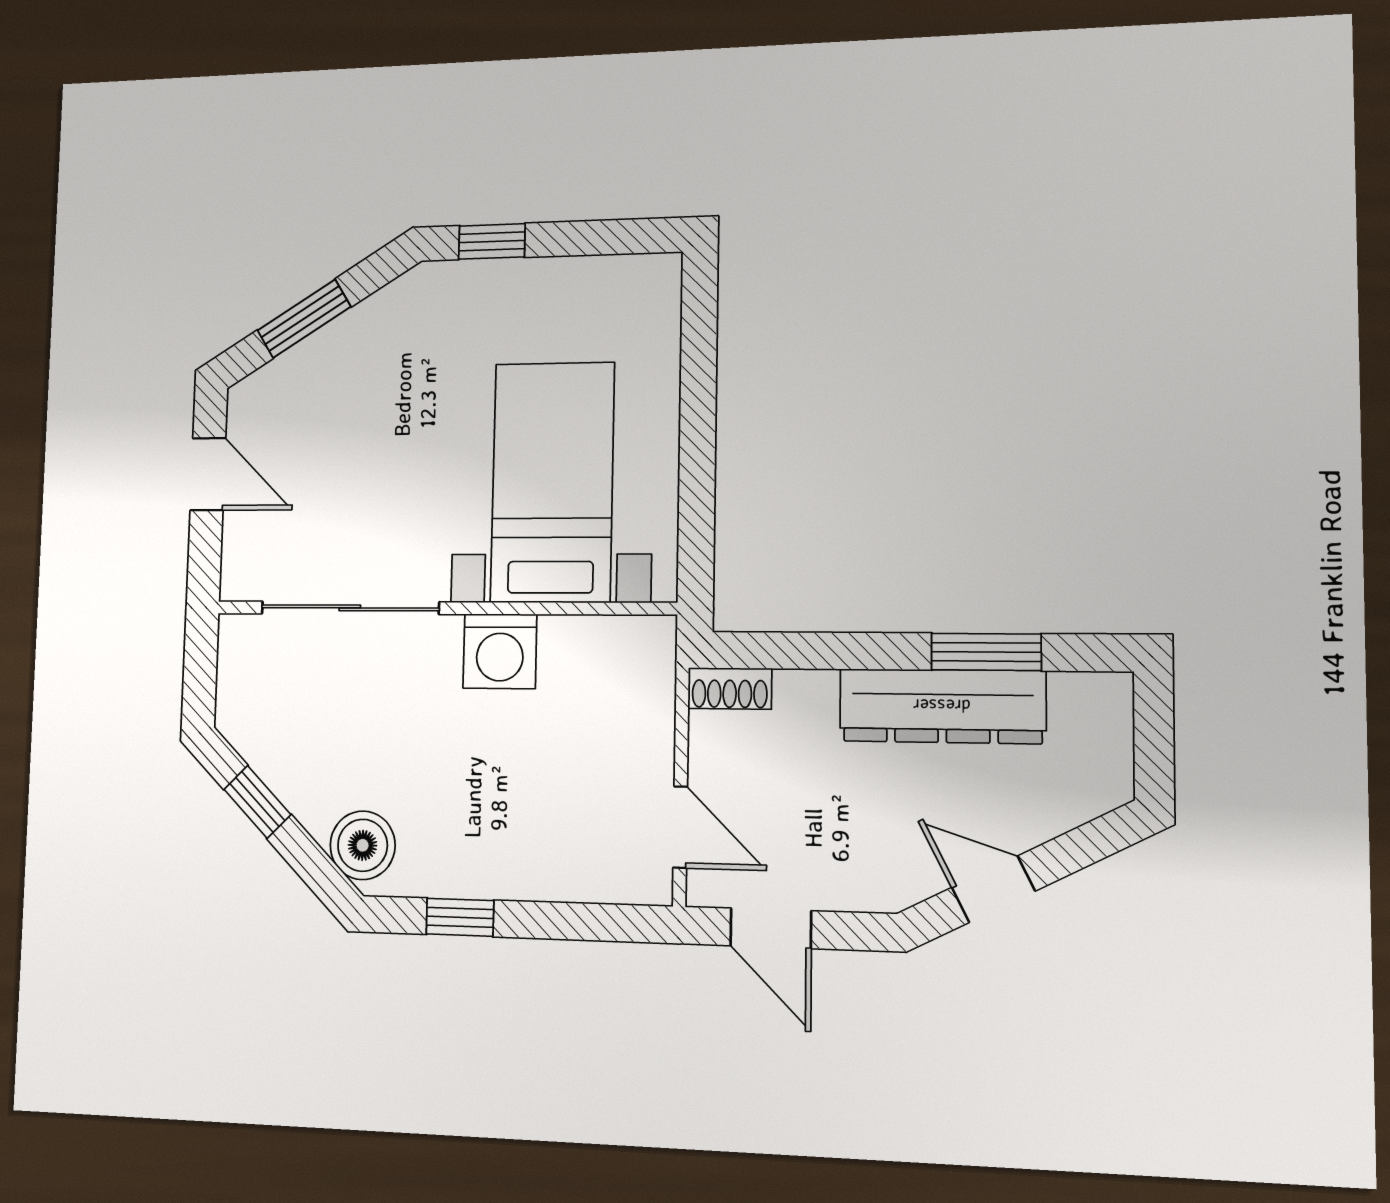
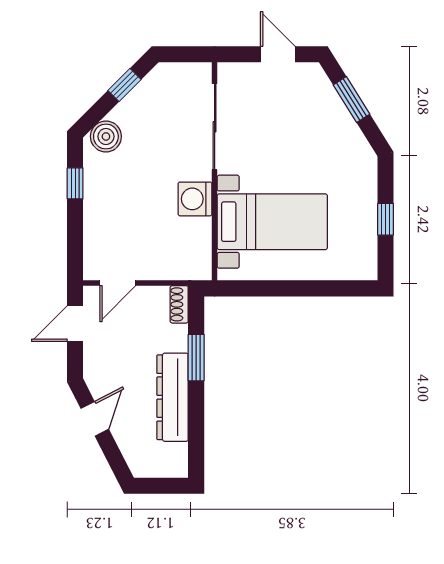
window: (492, 241) -> (386, 219), moved
door: (208, 474) -> (278, 54), swing flipped
window: (986, 652) -> (196, 358), moved

